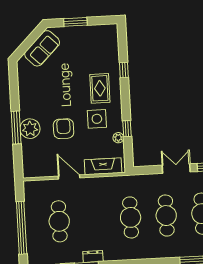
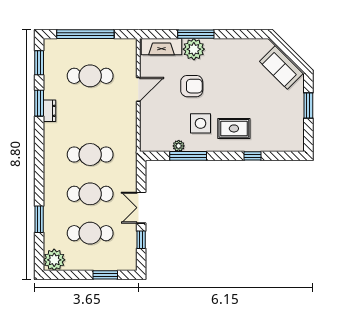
window: (127, 129) -> (188, 156), width x2.17
fireplace: (103, 166) -> (162, 47), moved, turned 90
double door: (176, 169) -> (141, 208), swing flipped

